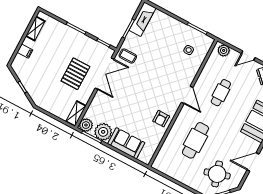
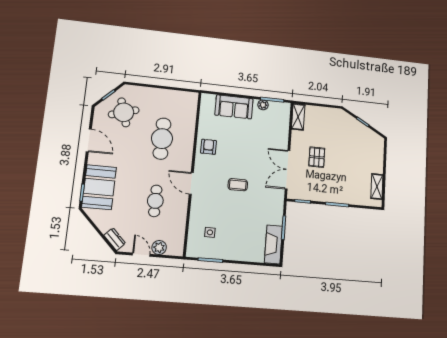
plant: (224, 50) -> (159, 248), moved
filing cabinet: (25, 51) -> (377, 159), removed
coffee table: (128, 56) -> (238, 185), moved
door: (248, 56) -> (141, 255), hinge flipped
pallet: (75, 74) -> (317, 157), width x0.67, depth x0.71
plant: (86, 125) -> (283, 109), removed
plant: (103, 132) -> (263, 105), width x0.53, depth x0.53
door: (253, 162) -> (89, 140), hinge flipped

